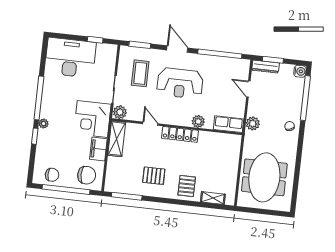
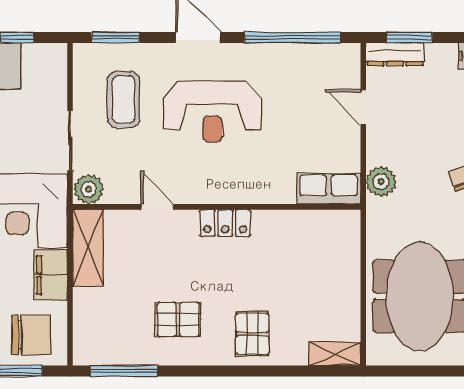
plant: (198, 121) -> (262, 190), removed
locker: (180, 134) -> (225, 223), width x0.66
shelving: (213, 198) -> (335, 354), moved

